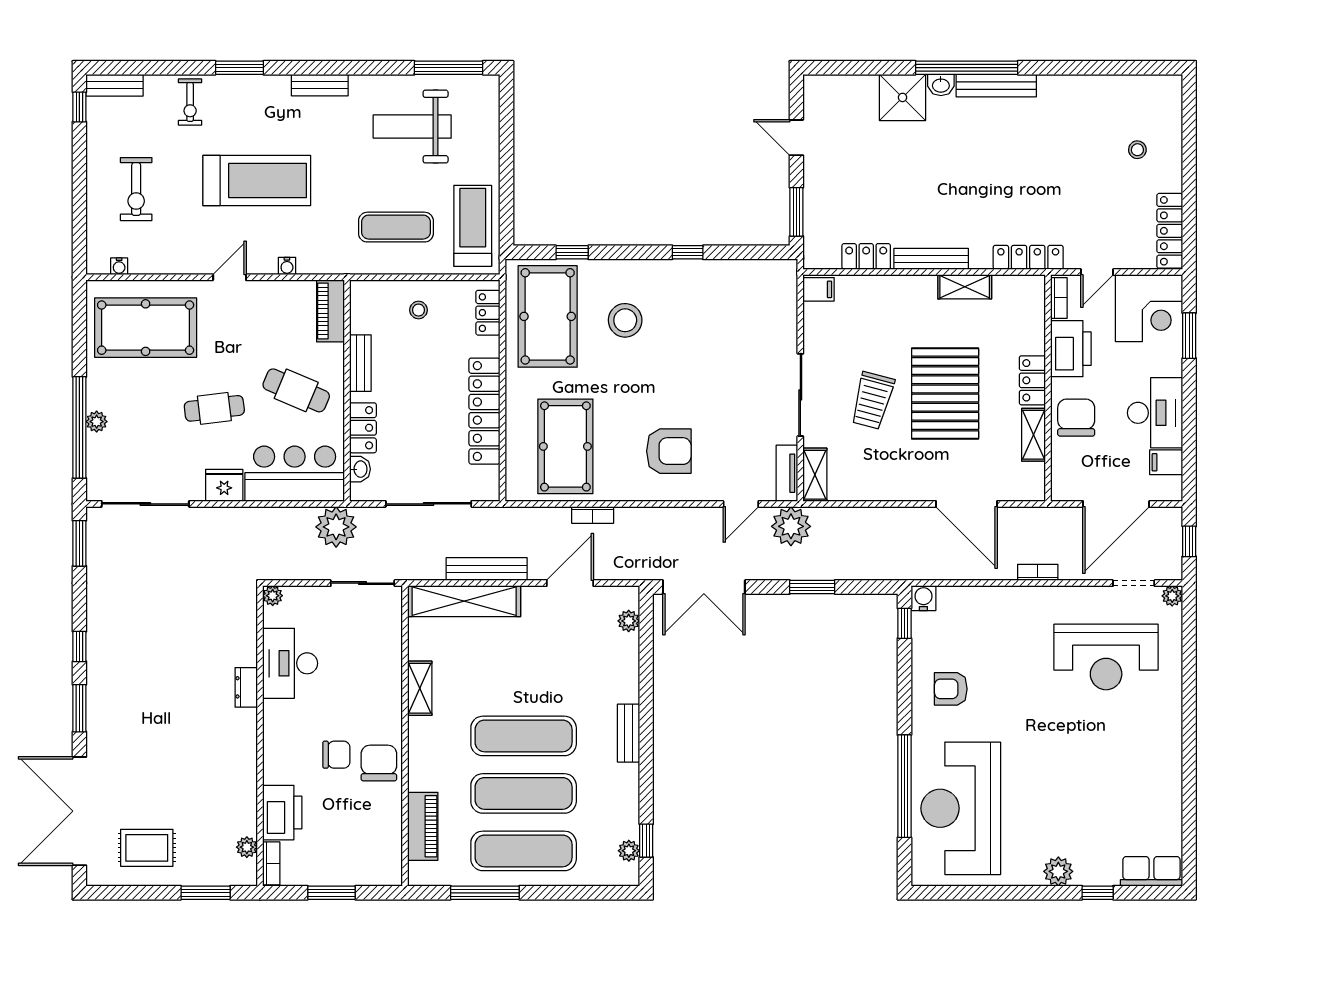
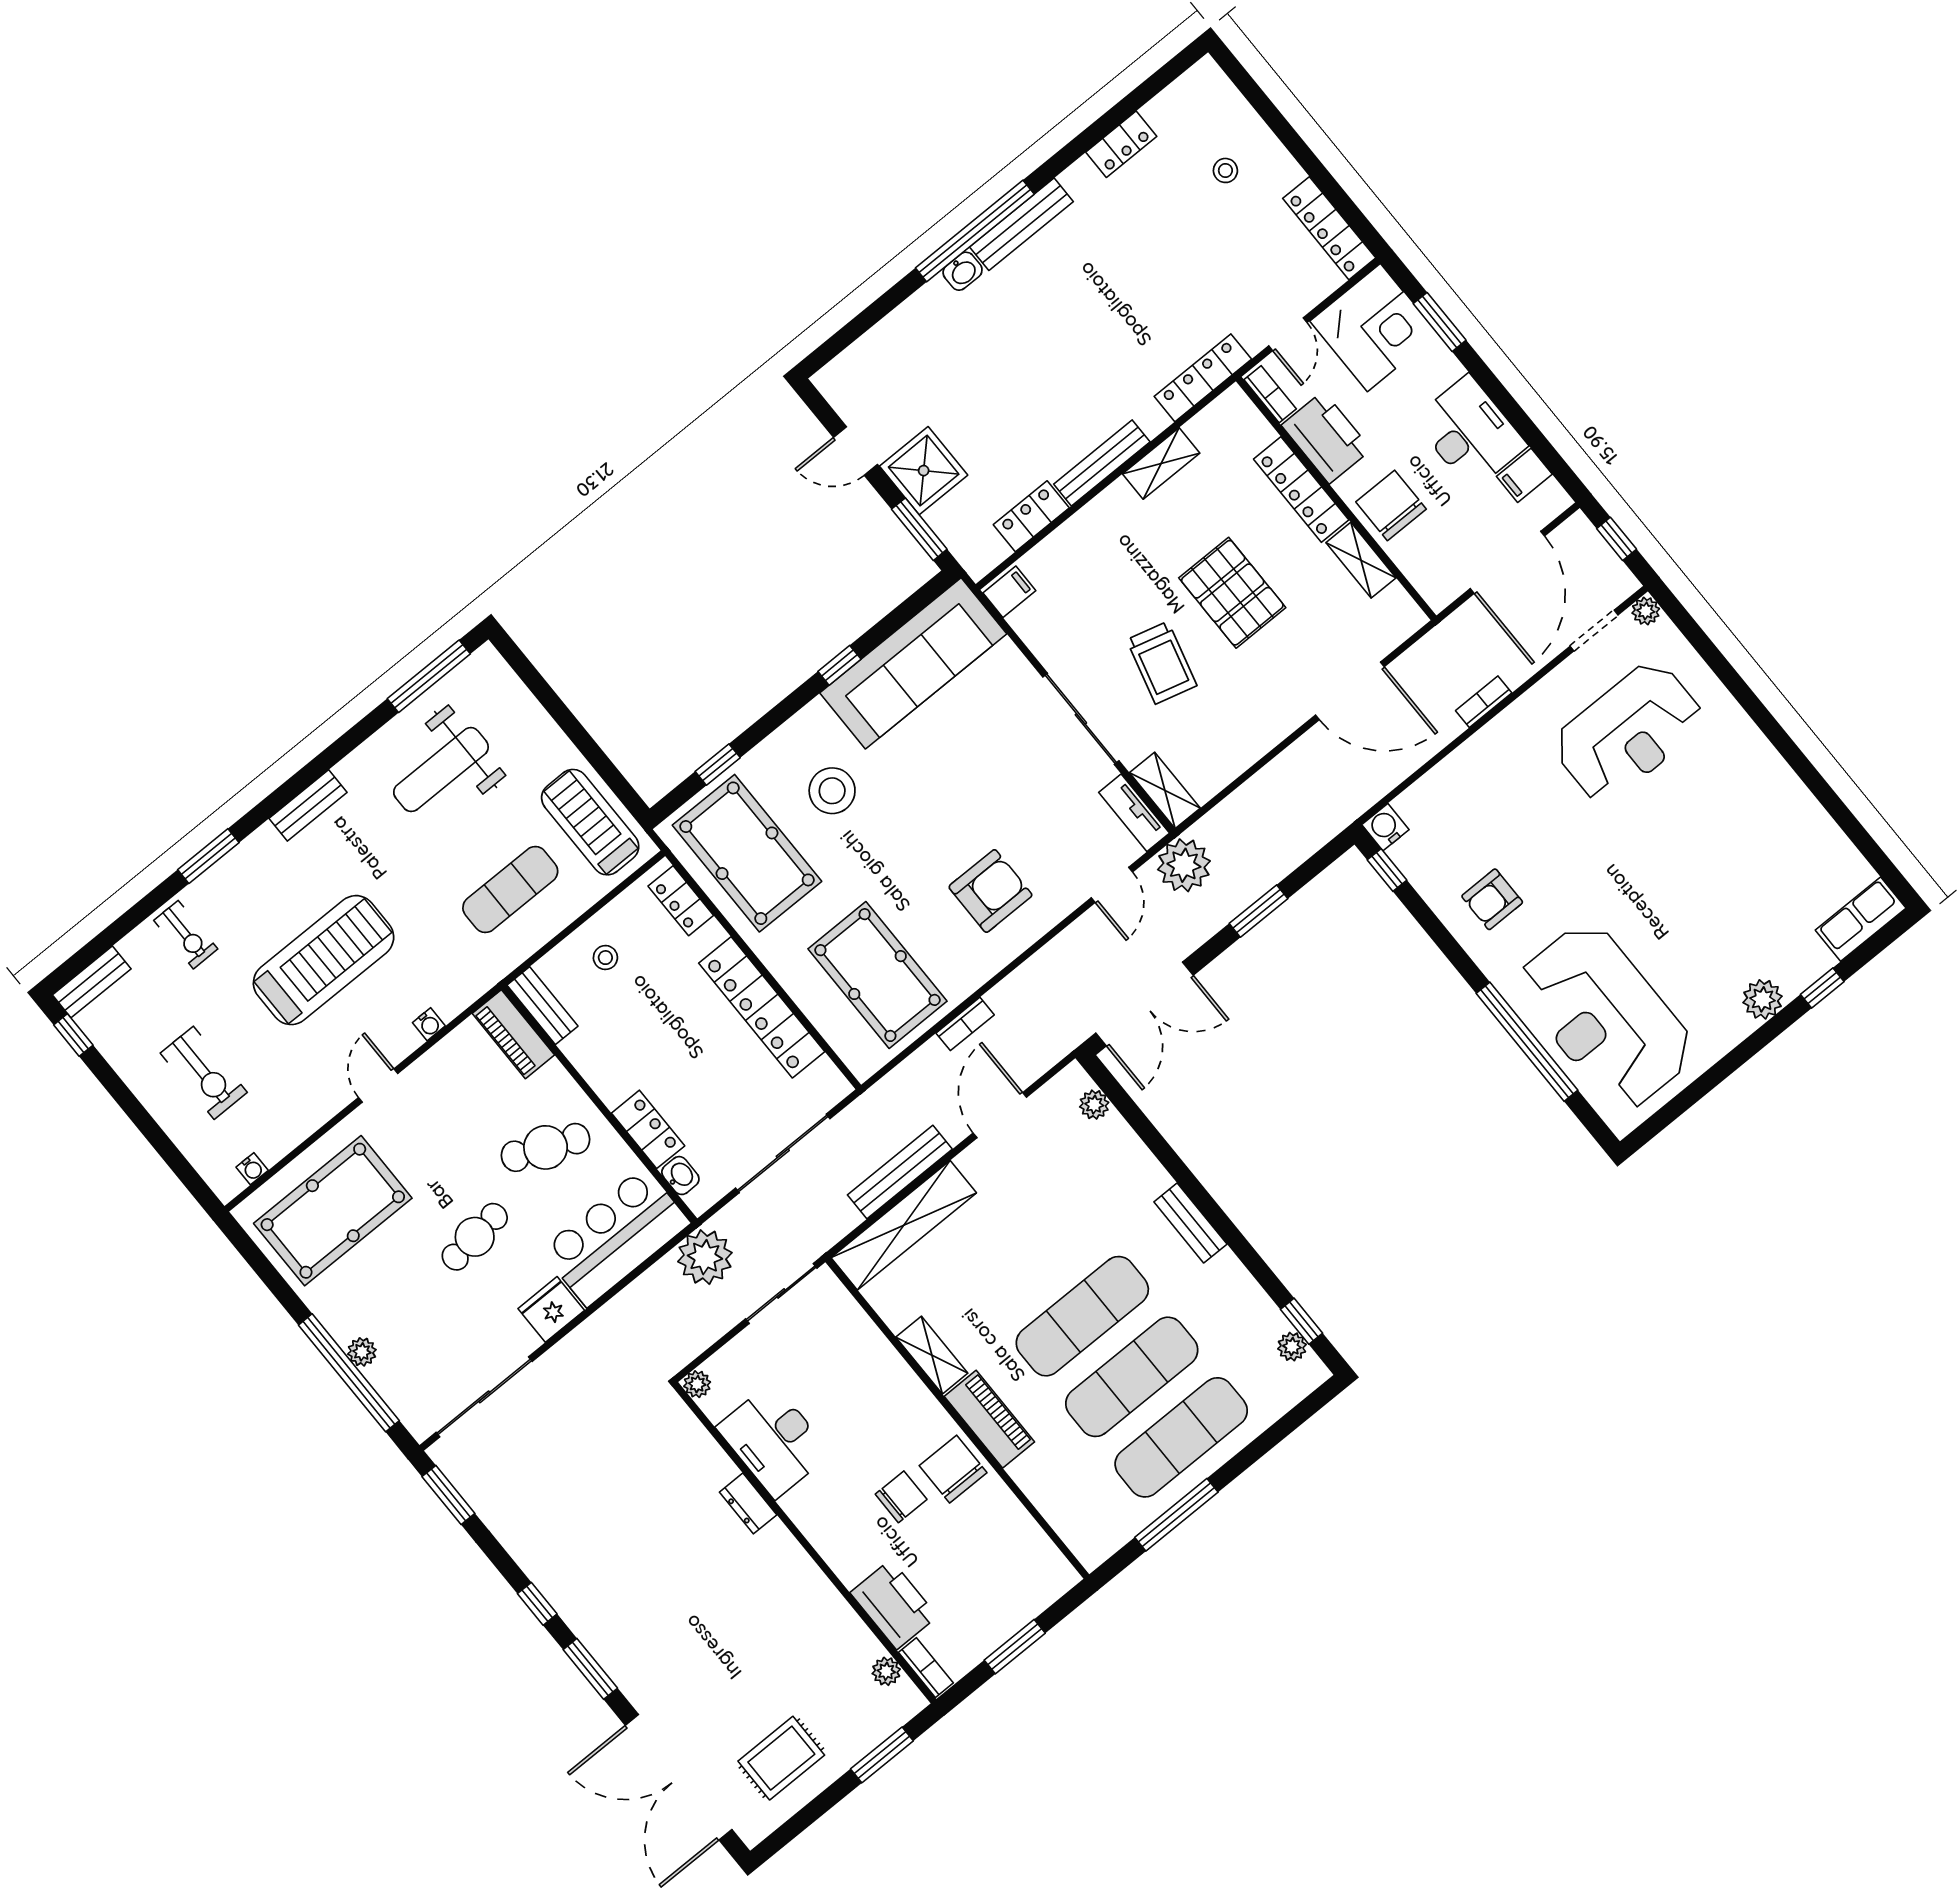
locker: (1090, 86) -> (1121, 144), added
shower: (903, 97) -> (924, 471), moved
sofa: (731, 285) -> (913, 663), added
bench: (360, 363) -> (542, 1006), moved
locker: (1032, 380) -> (1301, 490), width x1.53
pallet: (945, 393) -> (1232, 593), width x0.73, depth x0.71
piano: (423, 826) -> (989, 1419), moved

